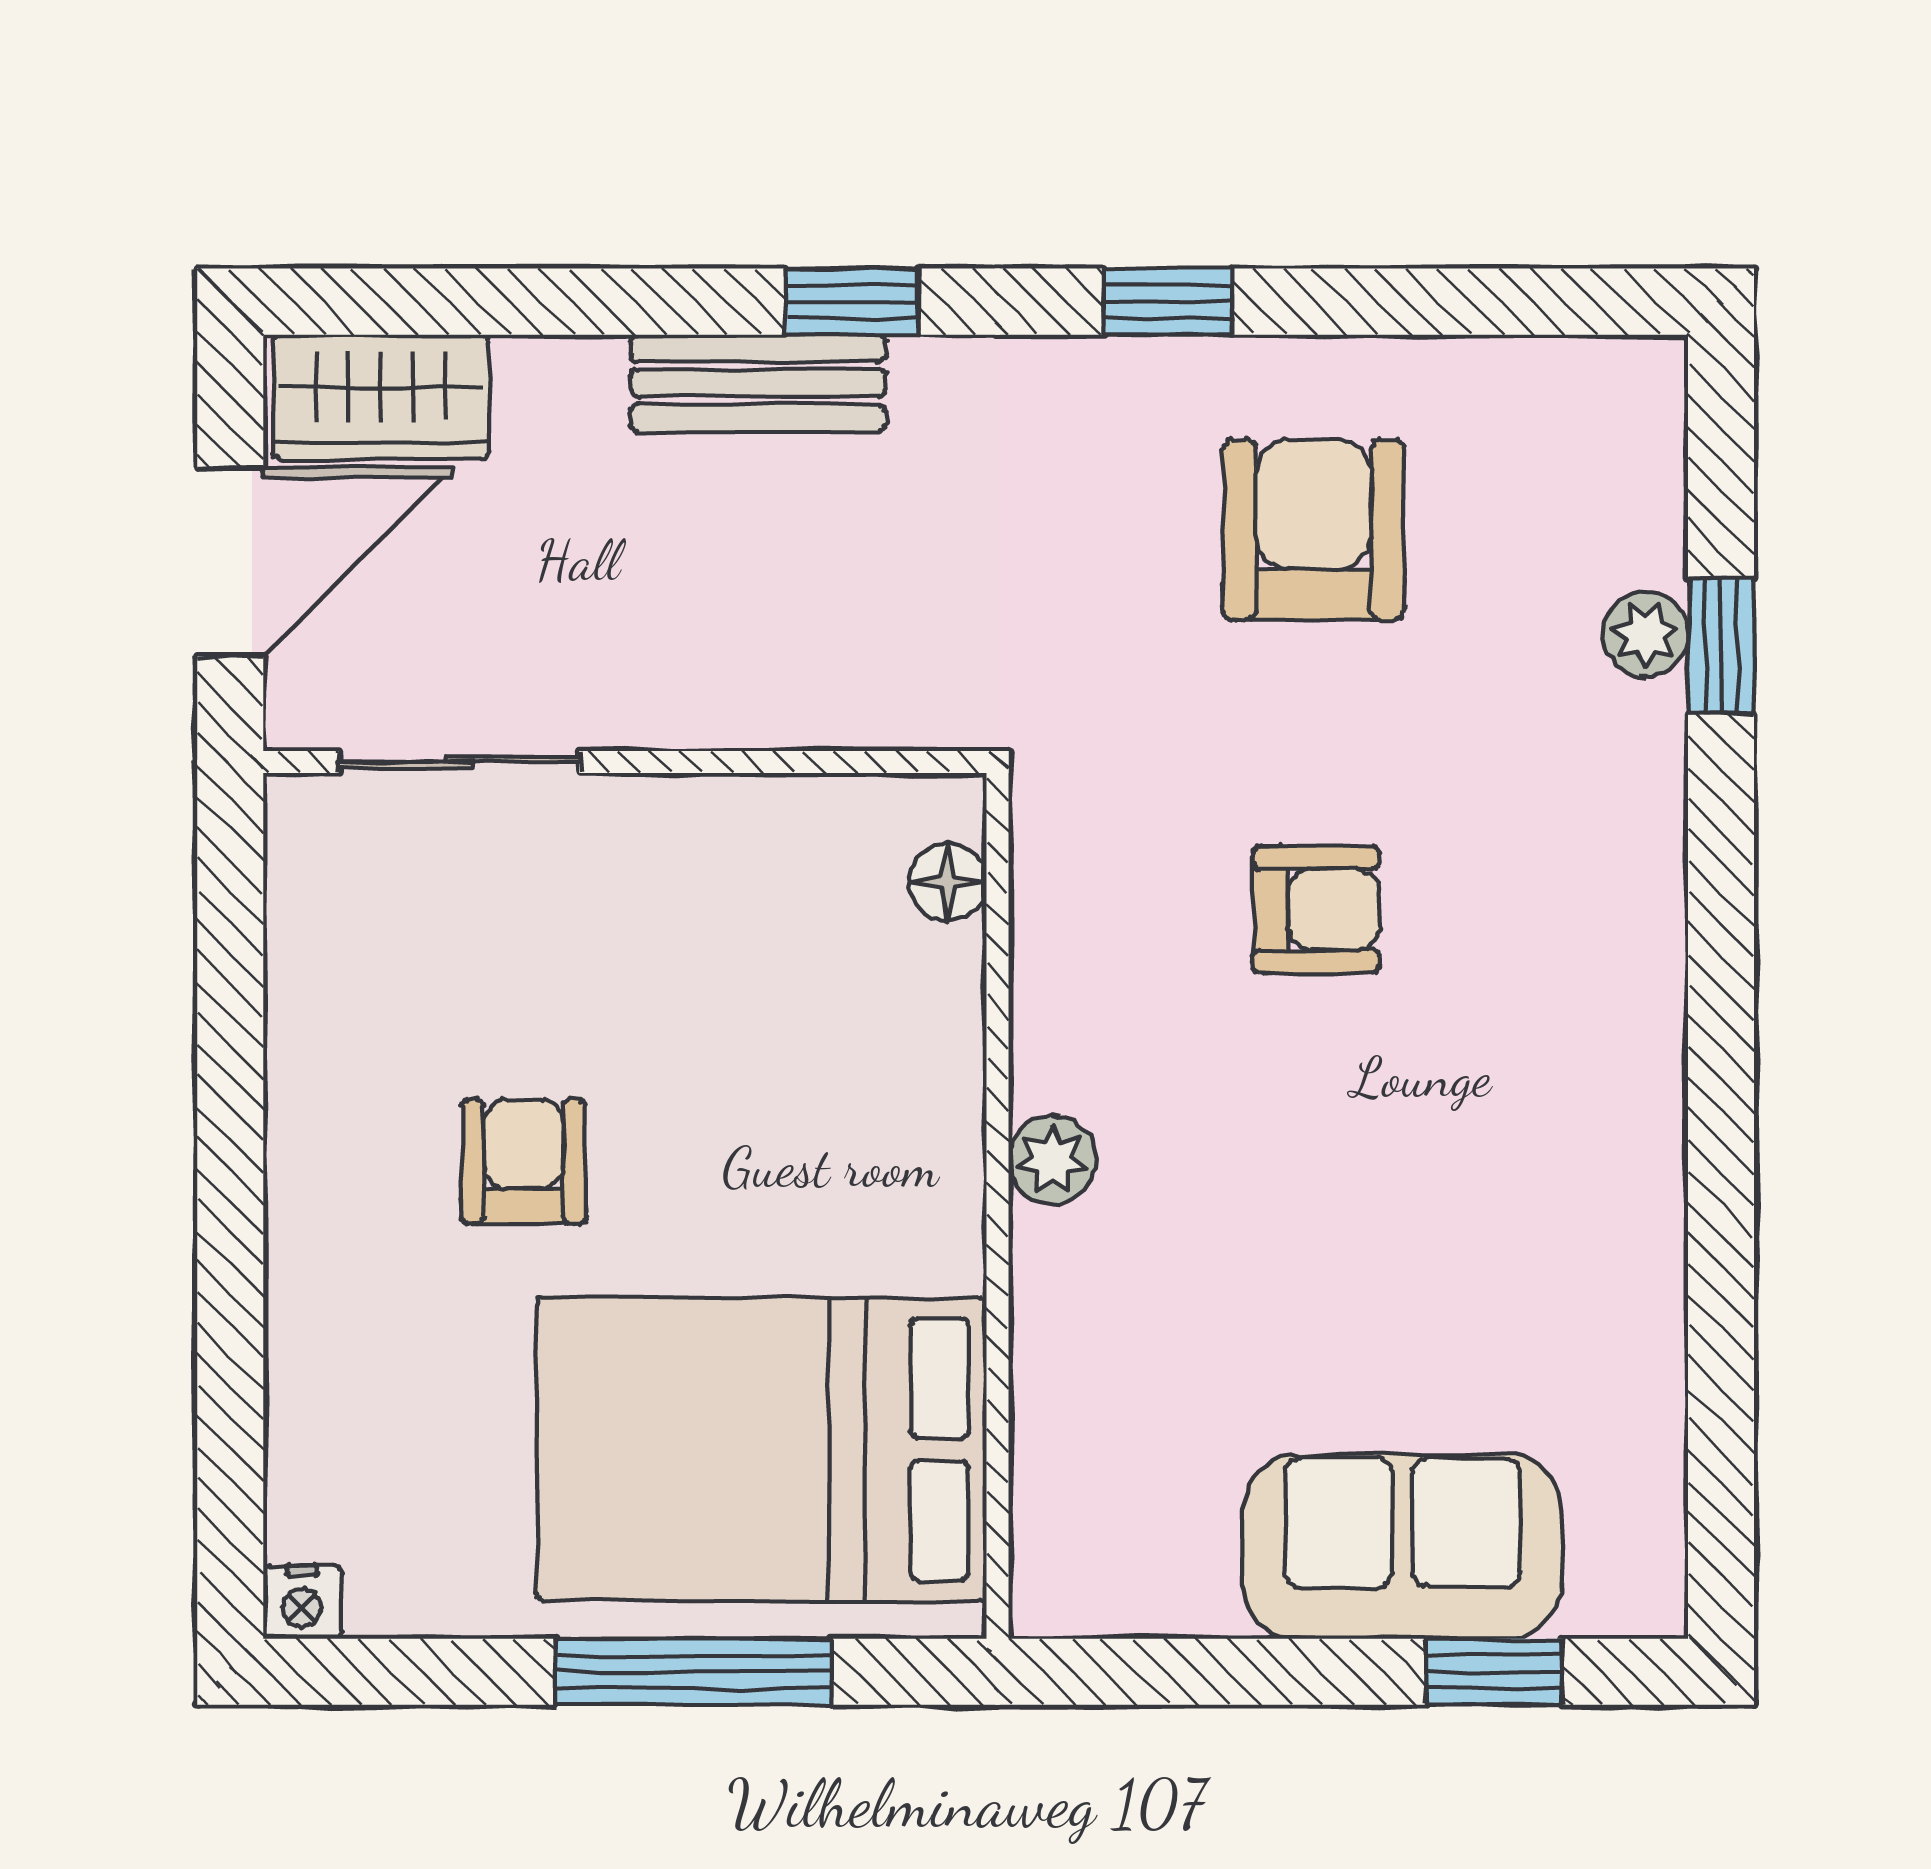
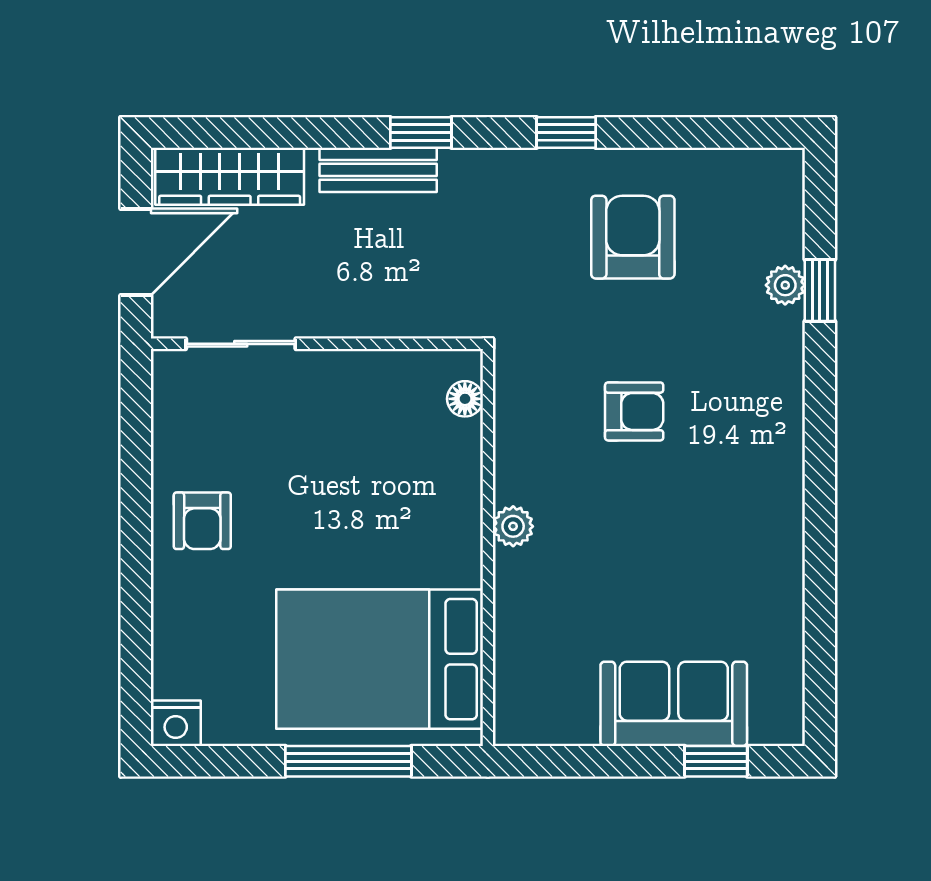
wardrobe: (381, 397) -> (230, 176), width x1.50
armchair: (523, 1162) -> (202, 521), moved, turned 180
nightstand: (302, 1602) -> (176, 723), width x1.39, depth x1.35

